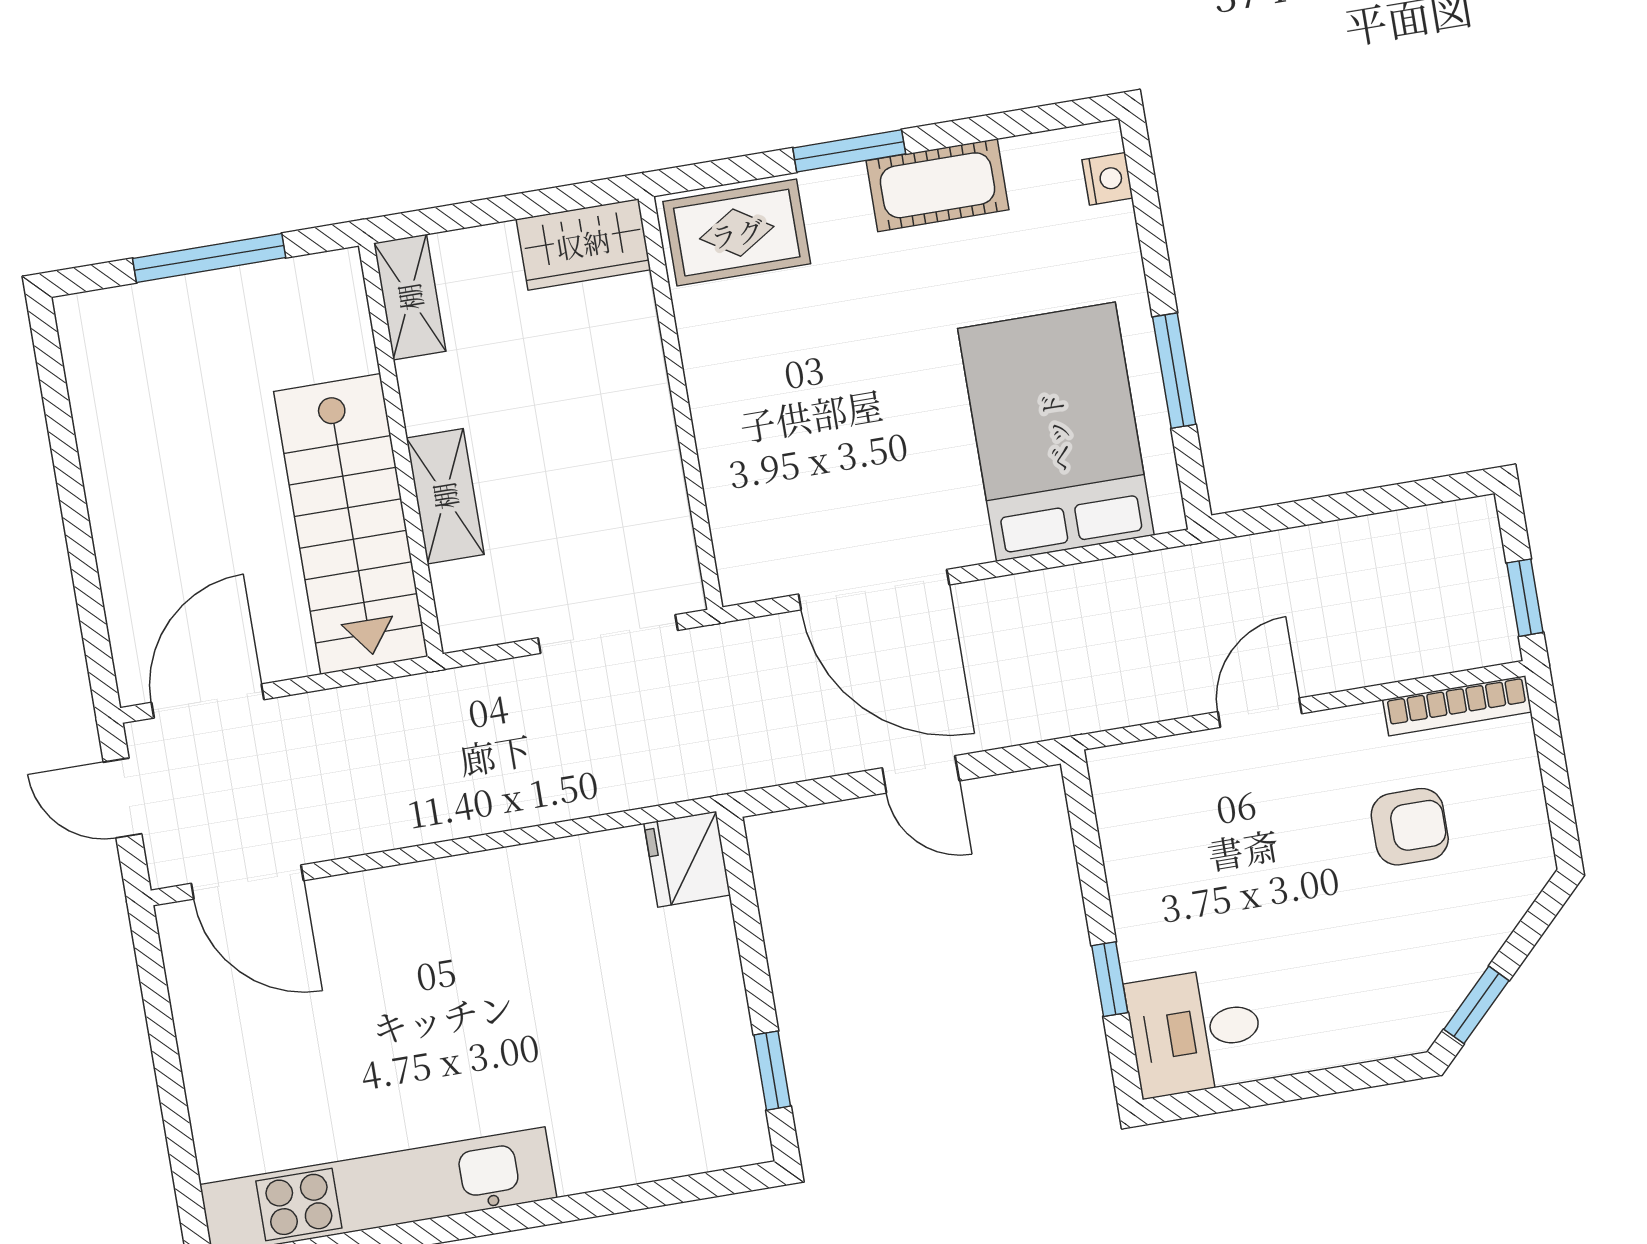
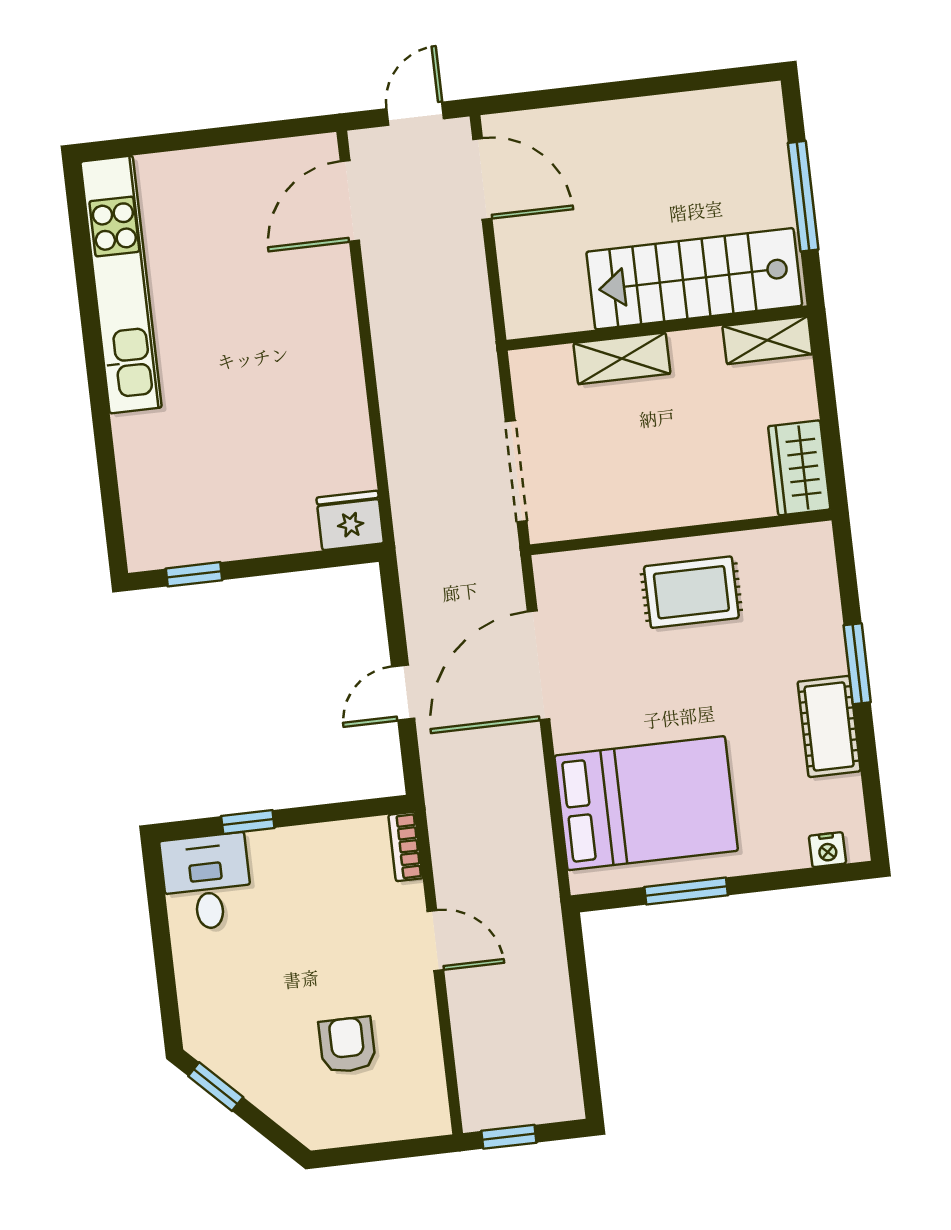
rug: (737, 233) -> (691, 592), moved, turned 90
stairs: (351, 524) -> (694, 279), moved
bookcase: (1457, 706) -> (406, 847), moved, width x0.64
armchair: (1410, 827) -> (347, 1045), turned 180

